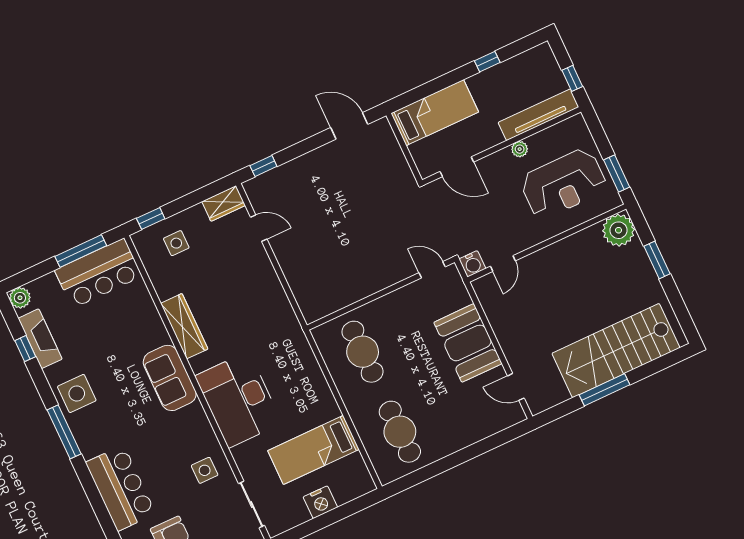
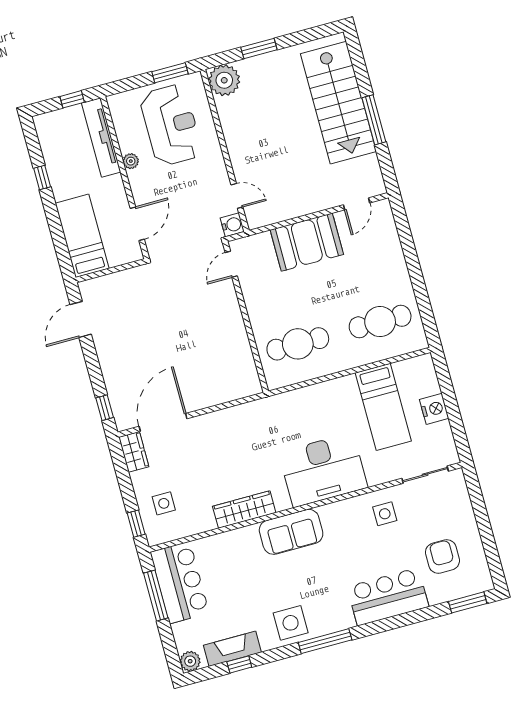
door: (259, 228) -> (163, 422), width x1.87

